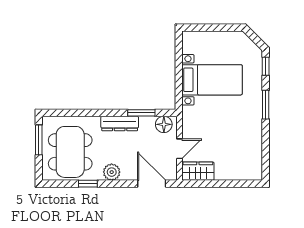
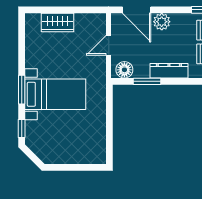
bed with nightstands: (212, 80) -> (55, 94), moved, turned 180
wardrobe: (198, 171) -> (58, 23), moved
plant: (112, 172) -> (162, 22), moved

